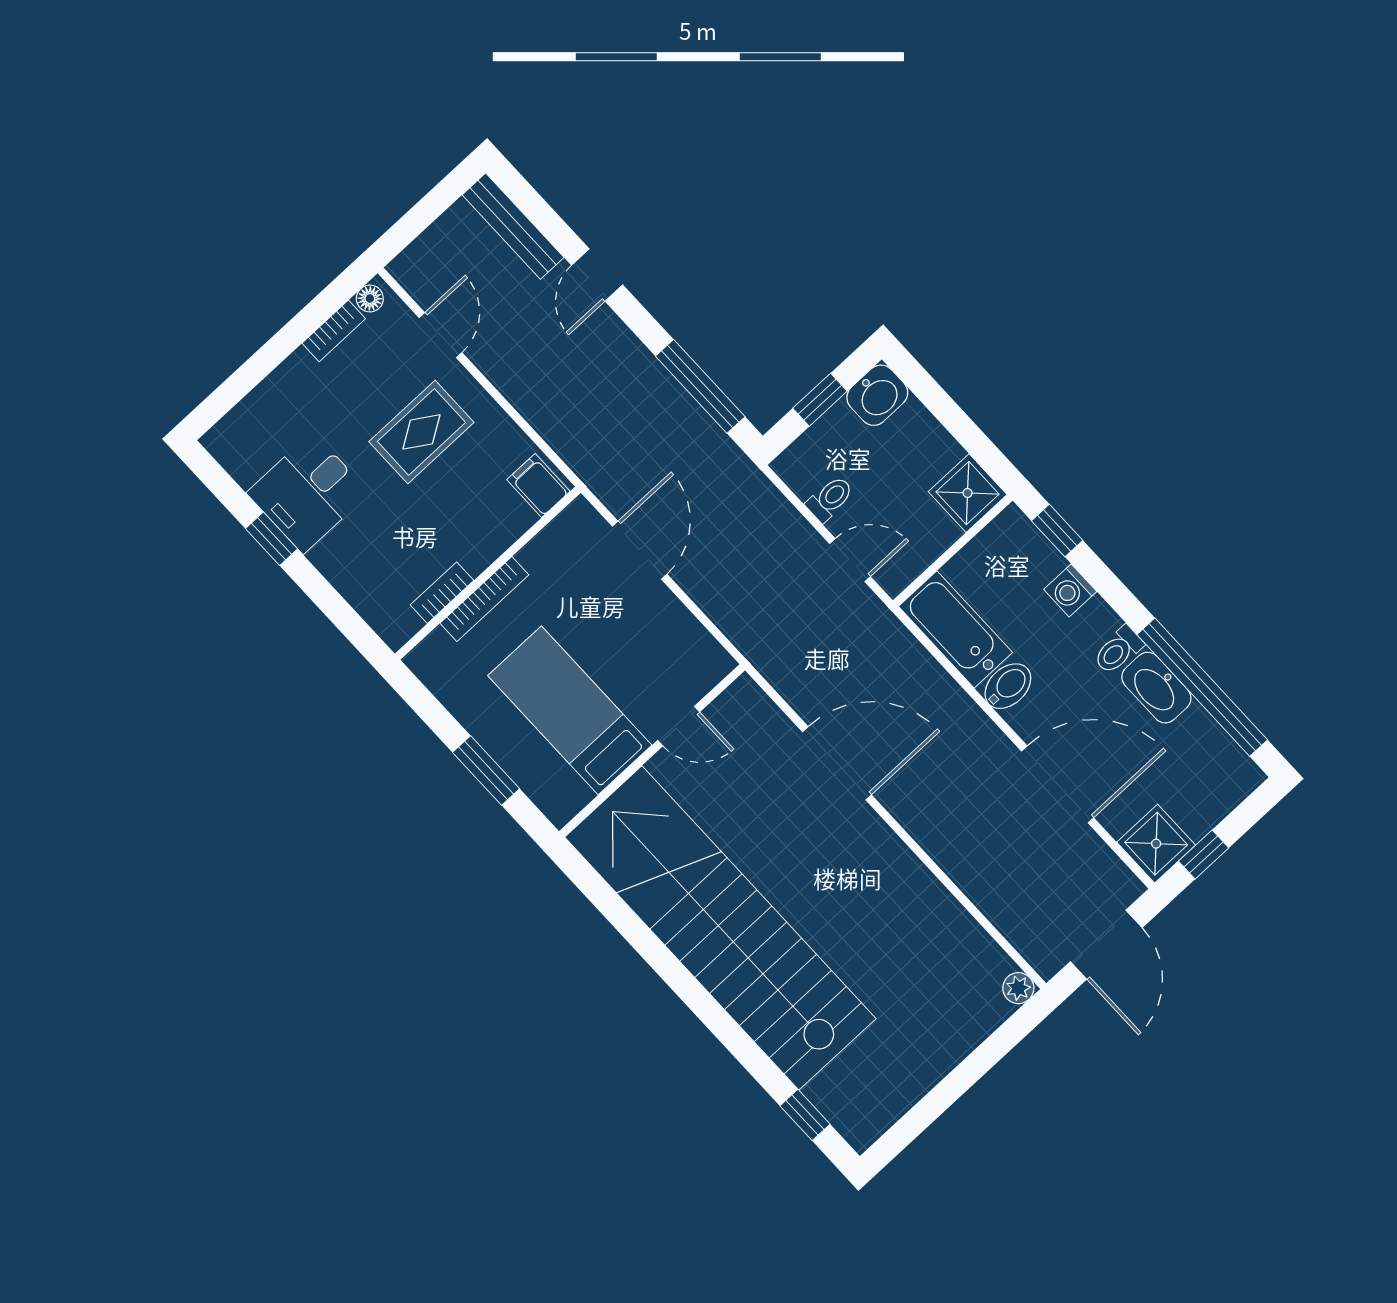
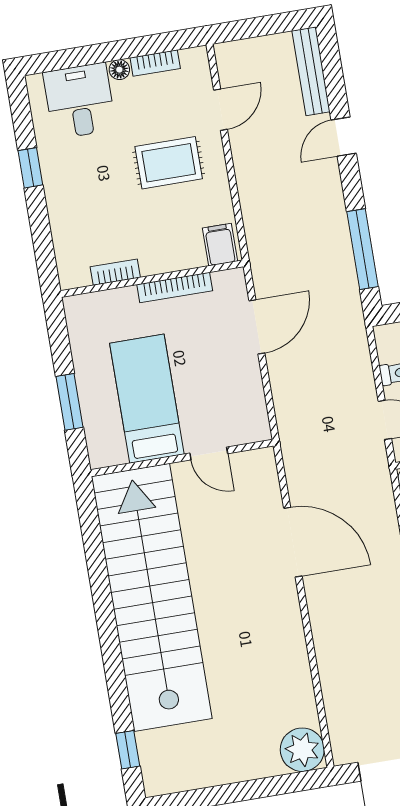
floor lamp: (370, 298) -> (119, 70), moved
desk: (308, 493) -> (80, 101), moved, turned 90
bookcase: (484, 599) -> (175, 288), moved
plant: (1018, 988) -> (302, 750), width x1.88, depth x1.88

